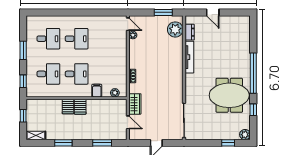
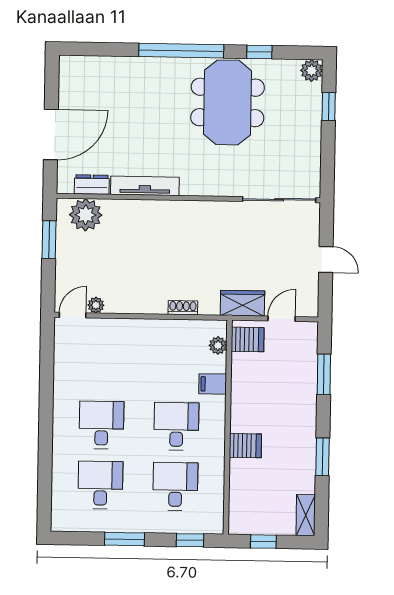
door: (213, 12) -> (51, 135), width x1.88
server rack: (80, 107) -> (248, 339), moved

